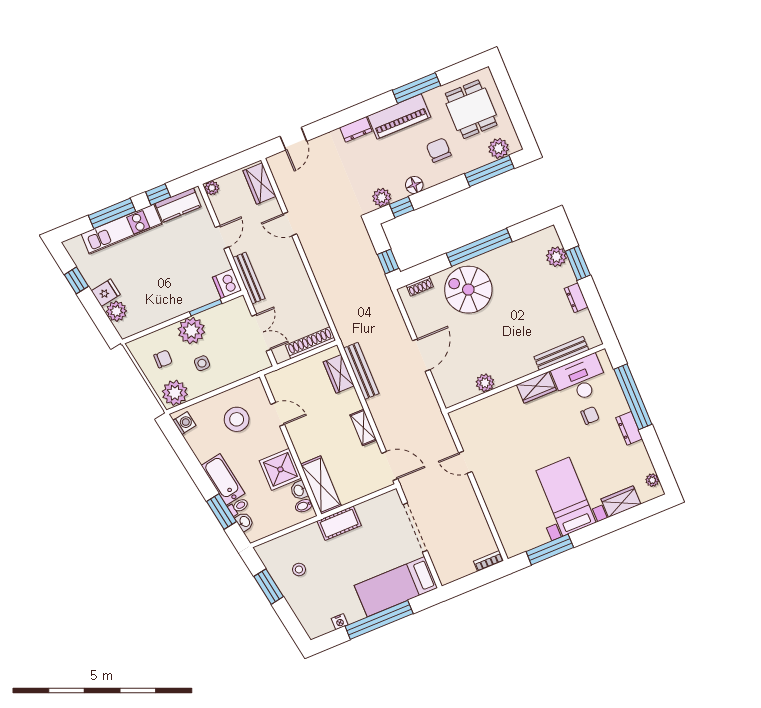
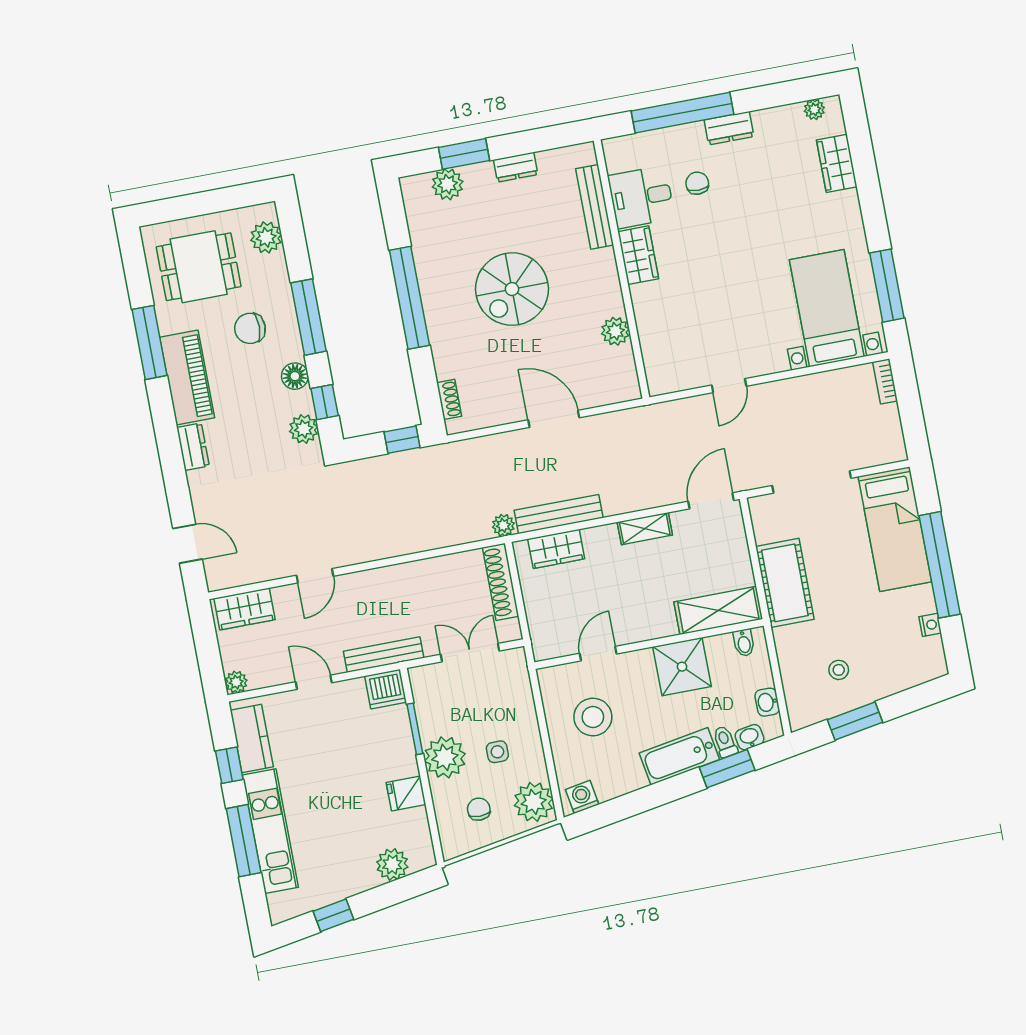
window: (489, 171) -> (308, 317), moved
spiral stairs: (468, 290) -> (512, 289), moved
fridge: (106, 293) -> (406, 793), moved, turned -80
plant: (347, 337) -> (503, 525), added
desk: (580, 379) -> (641, 197), width x0.73
washbasin: (299, 490) -> (767, 702), moved, turned 90
bed with nightstands: (566, 497) -> (827, 308), moved, turned 90
cot: (339, 523) -> (785, 583), width x1.37, depth x1.34

